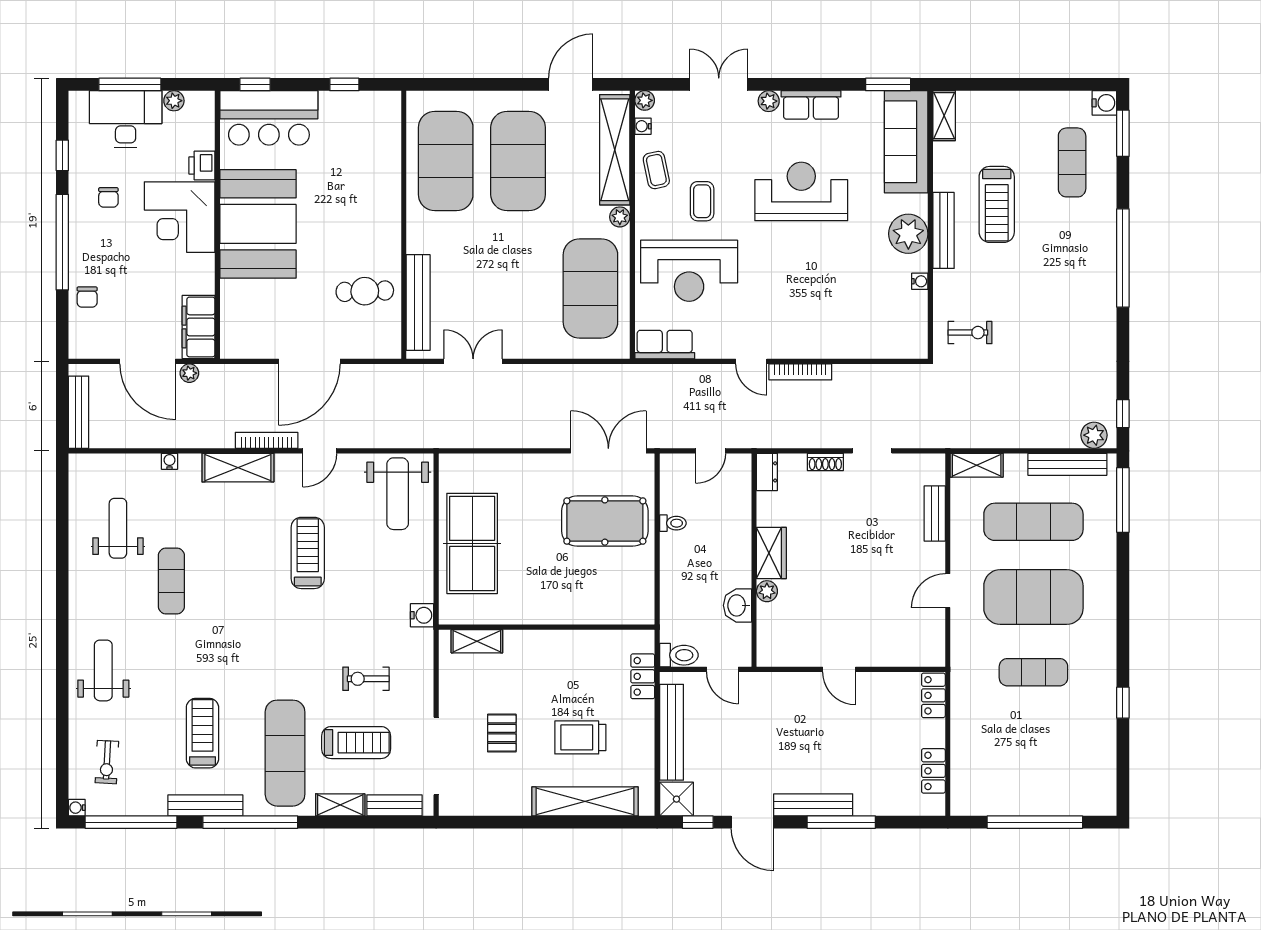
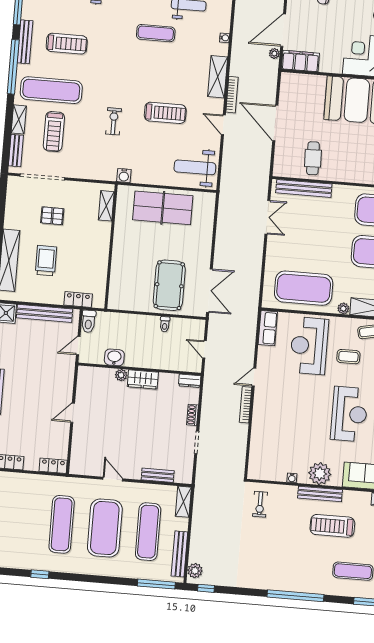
exercise mat: (1033, 672) -> (62, 524), width x1.36, depth x1.45
exercise bike: (366, 679) -> (114, 121), moved

